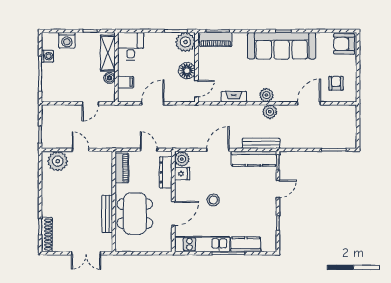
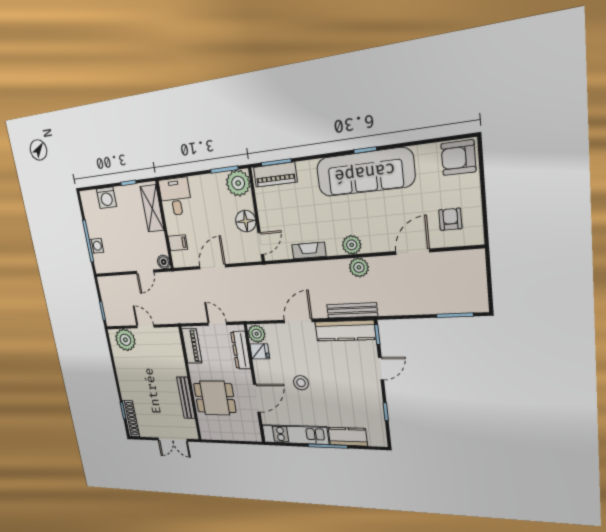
washing machine: (47, 56) -> (96, 246), moved
boiler: (109, 78) -> (164, 262), moved
dining table: (135, 214) -> (215, 398), width x0.73

